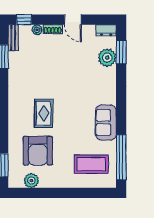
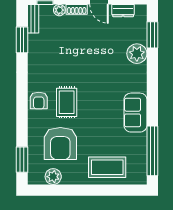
dresser: (106, 30) -> (123, 11), moved
plant: (107, 58) -> (137, 54), moved
armchair: (18, 112) -> (39, 101), added
coffee table: (91, 164) -> (107, 167), moved

